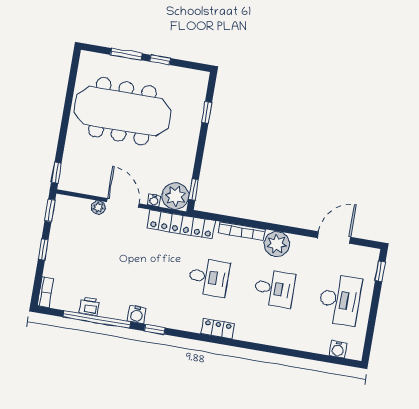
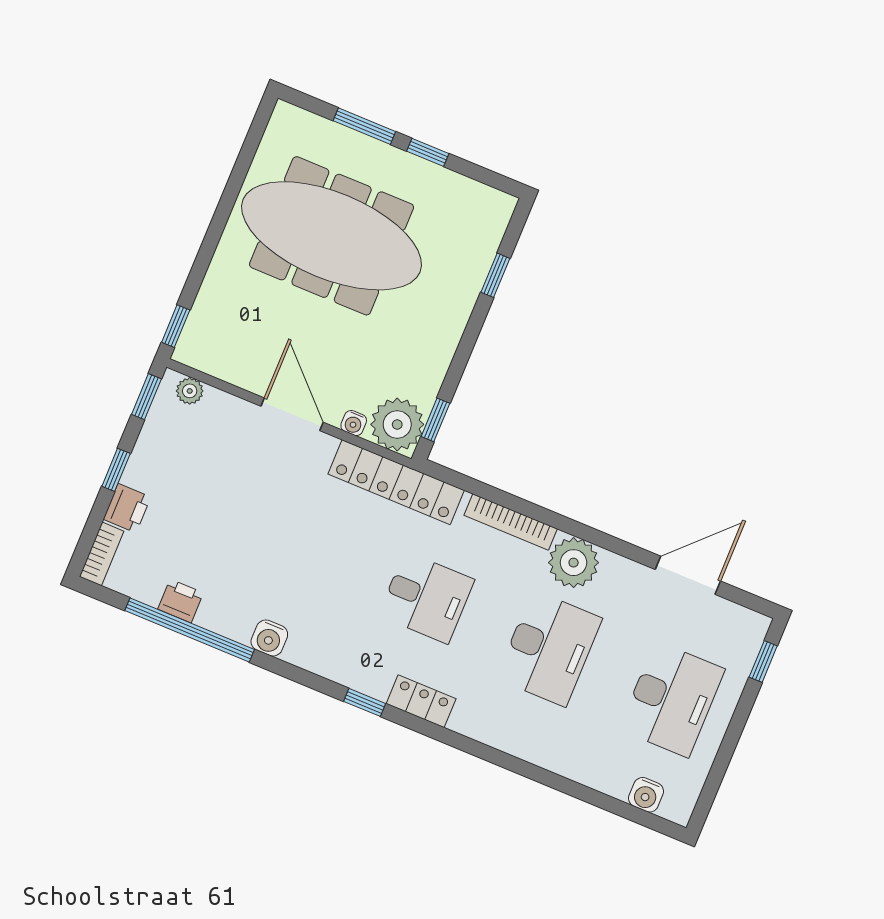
plant: (98, 208) -> (190, 391), moved
printer: (53, 267) -> (127, 508), added
desk: (274, 289) -> (549, 648), width x1.37
window: (155, 329) -> (365, 702), moved

